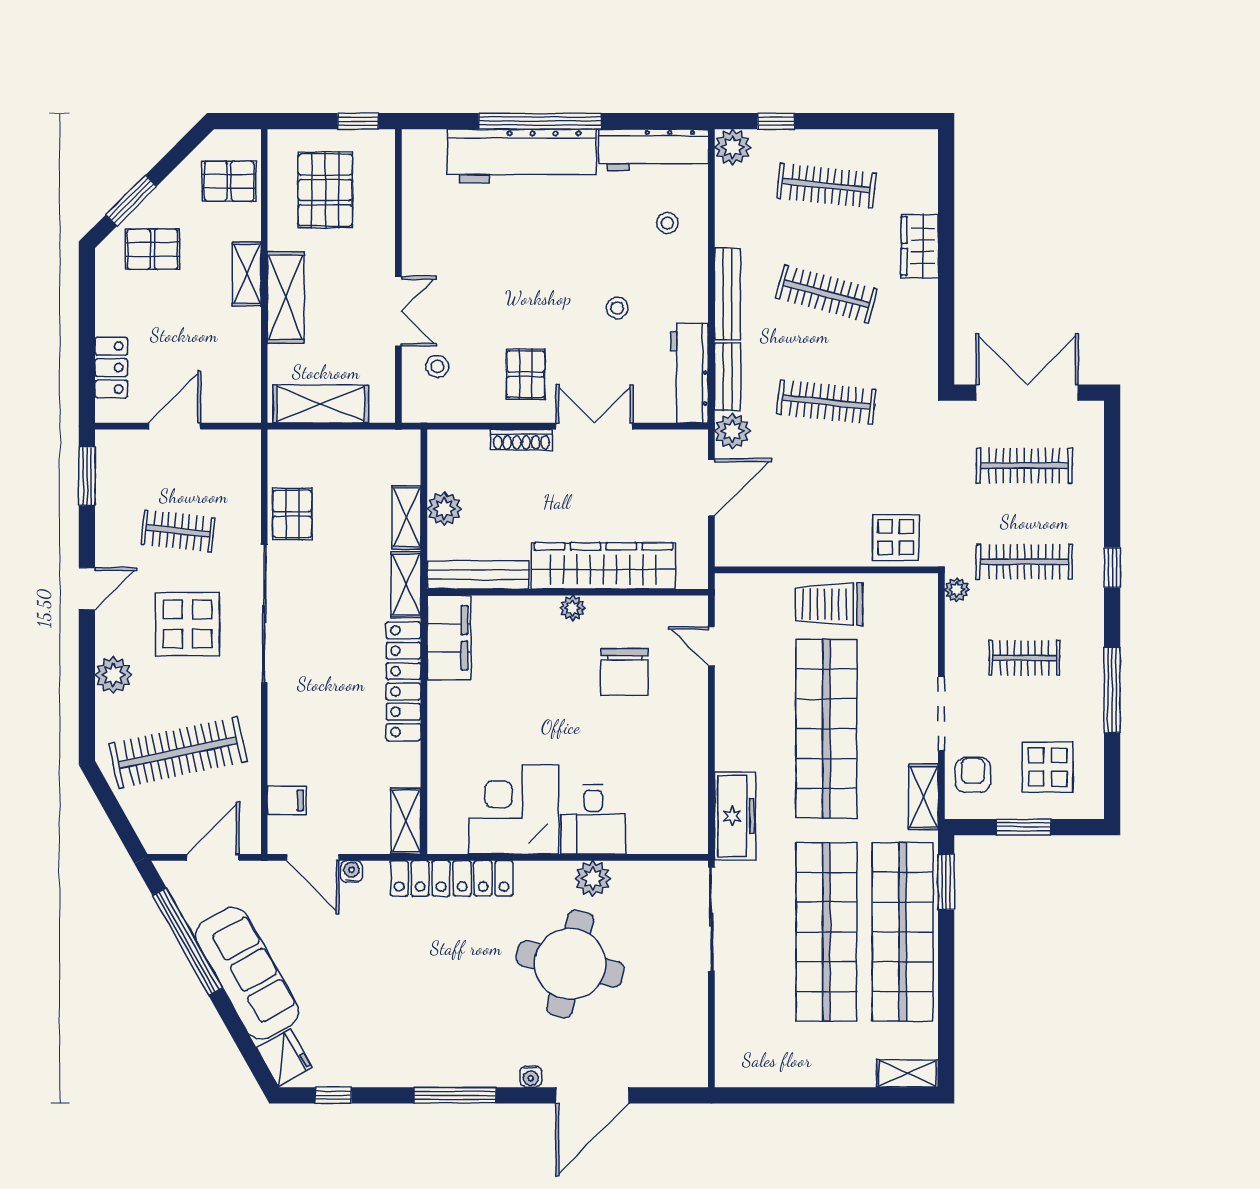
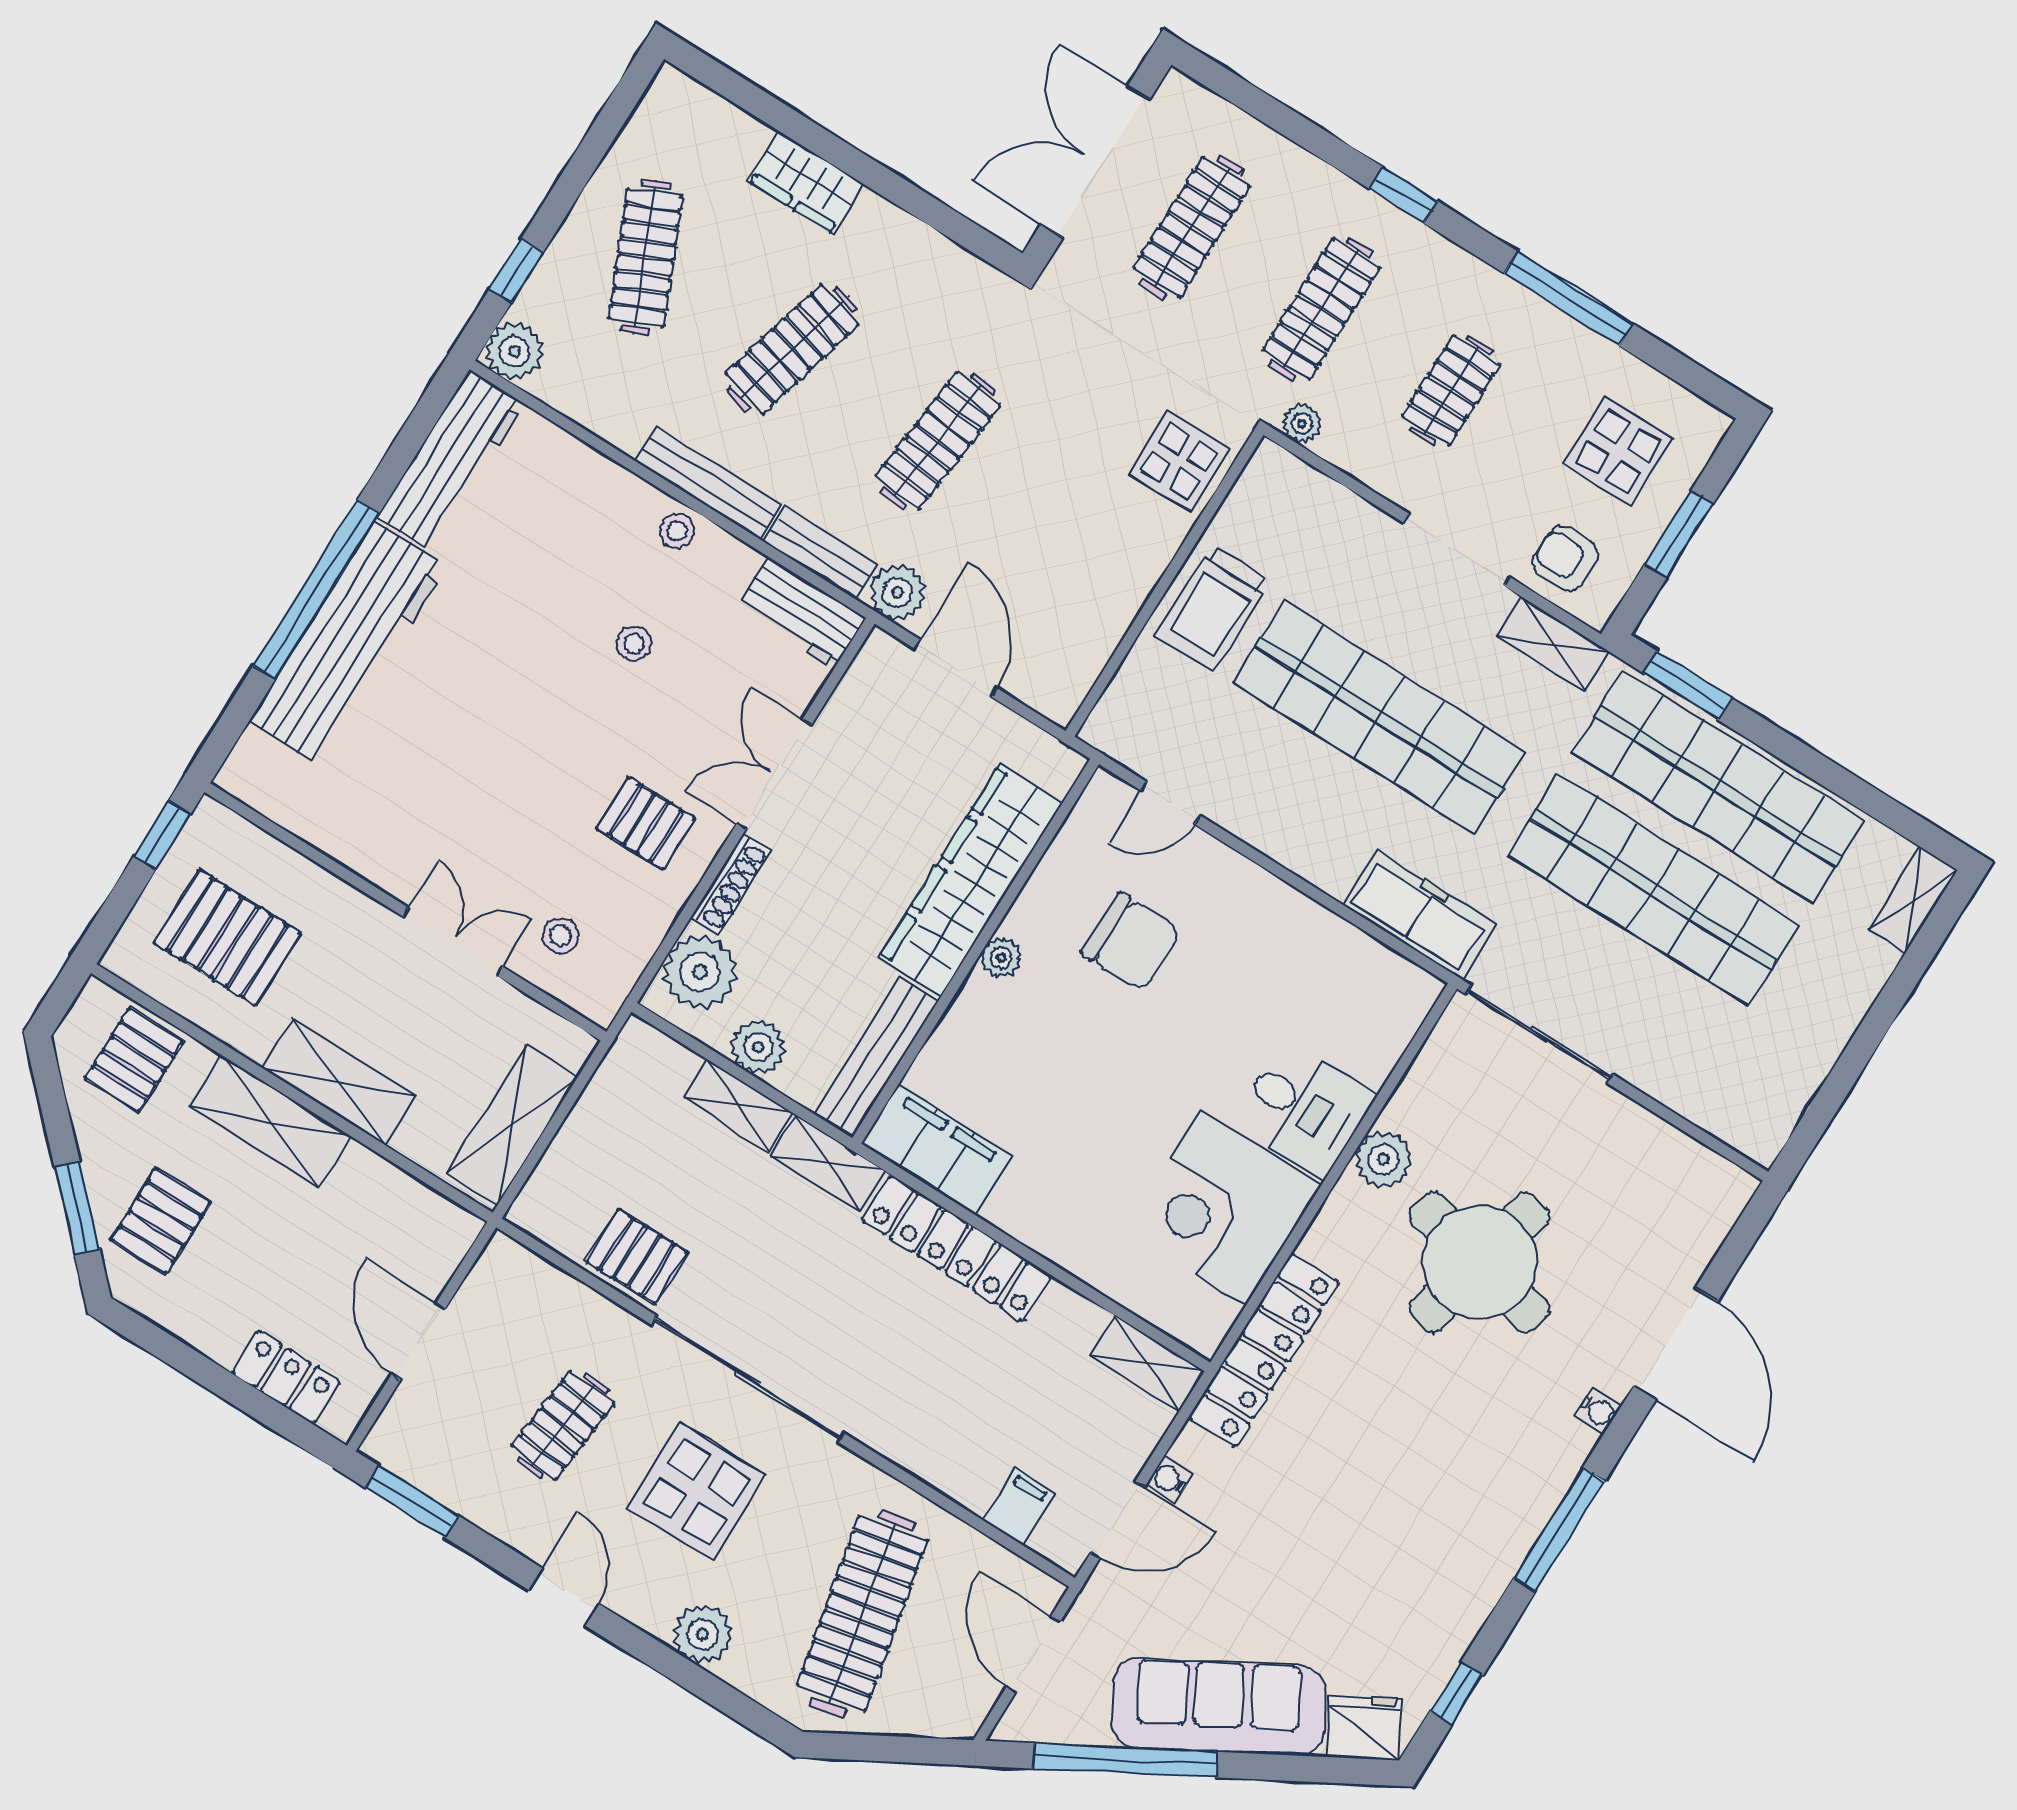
clothes rail: (826, 186) -> (646, 257), turned -30
stool: (667, 223) -> (677, 531), moved
shelving: (247, 274) -> (270, 1121), width x1.50, depth x1.33
workbench: (689, 373) -> (801, 613), width x0.73
plant: (465, 453) -> (700, 972), added

